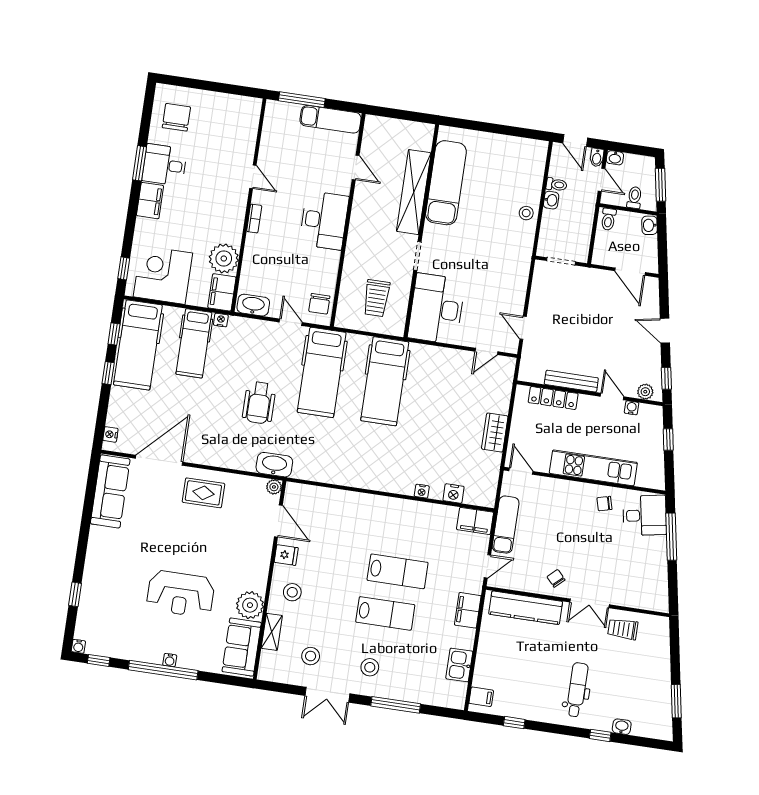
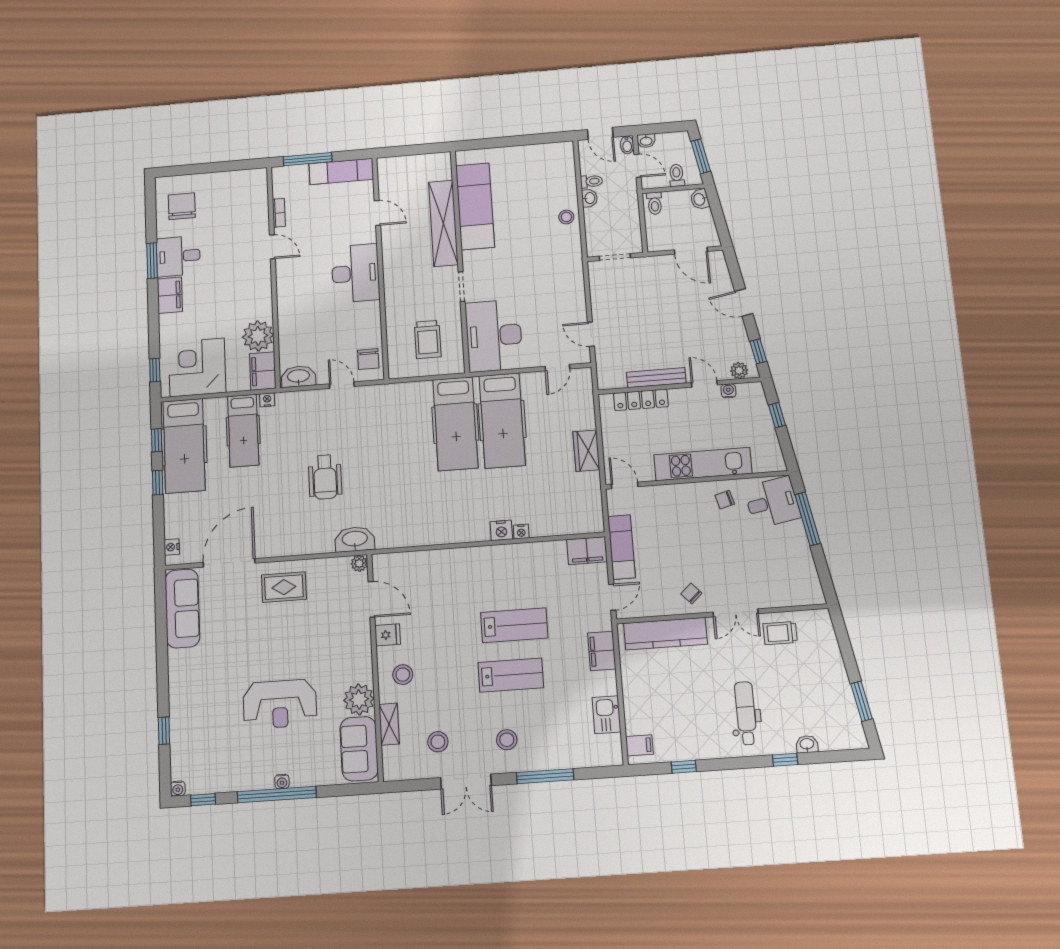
bookcase: (254, 219) -> (279, 213), moved
hospital bed: (322, 372) -> (502, 421), moved
nightstand: (453, 494) -> (501, 530), moved

